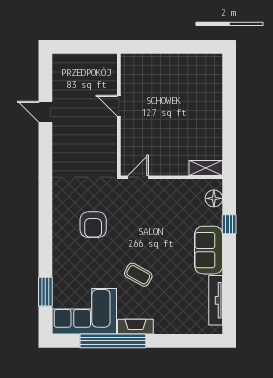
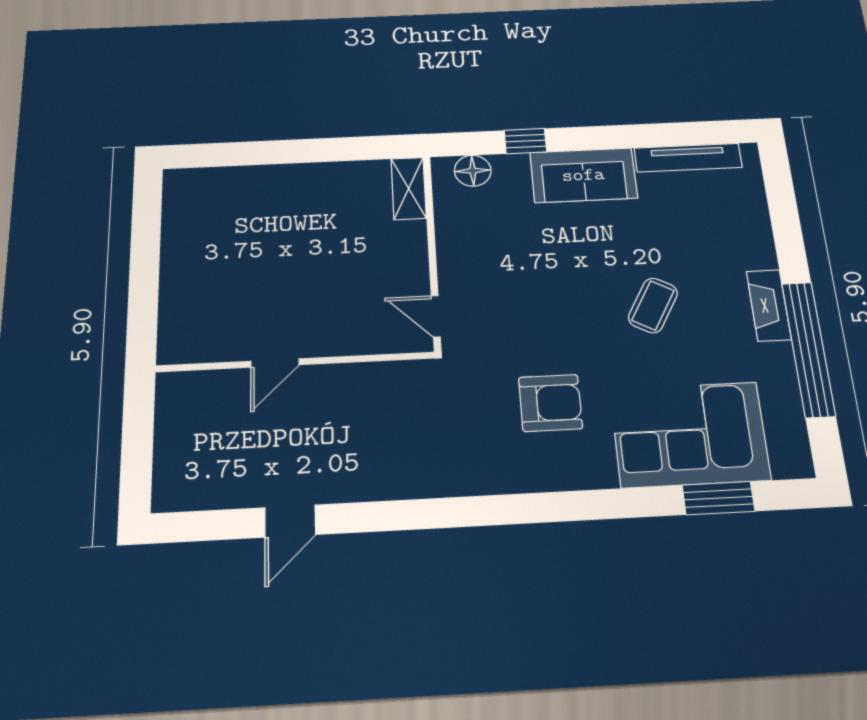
corner sofa: (84, 311) -> (690, 434), moved, turned 90

